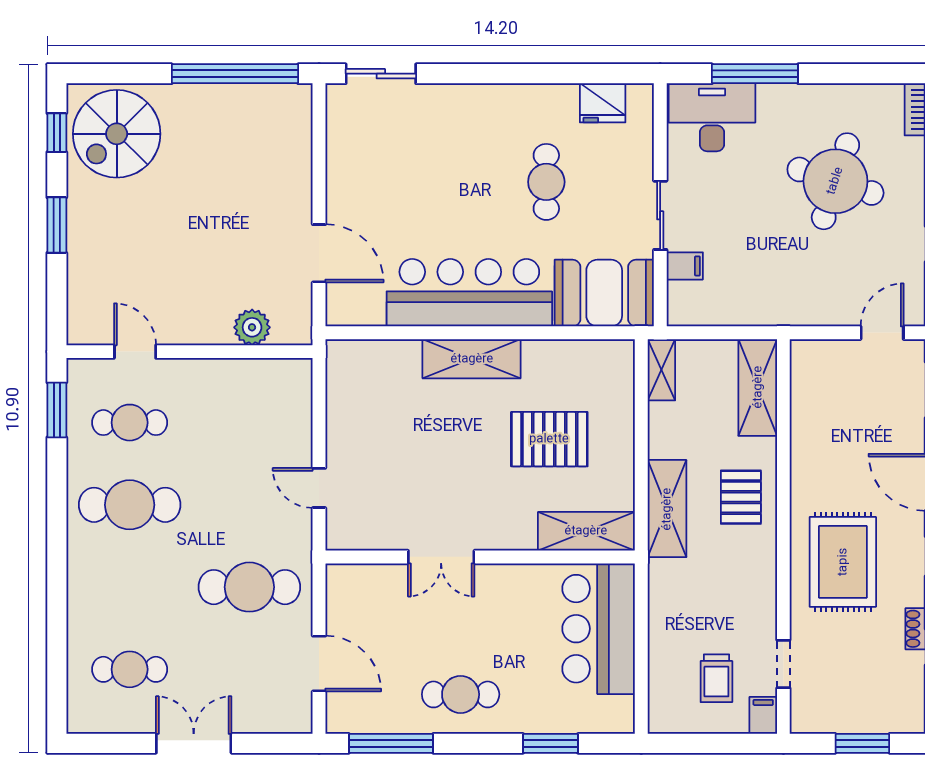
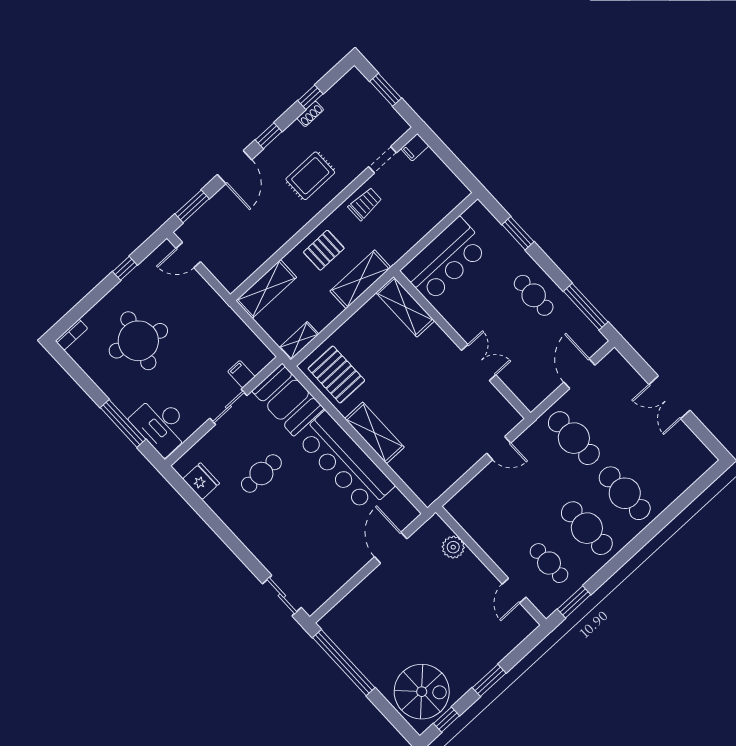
pallet: (549, 439) -> (336, 375), moved
door: (319, 488) -> (499, 448), hinge flipped
rug: (843, 562) -> (310, 176), width x0.73, depth x0.70
cafe table: (130, 669) -> (625, 493), moved, width x1.37, depth x1.35
trolley: (716, 678) -> (365, 204), moved

